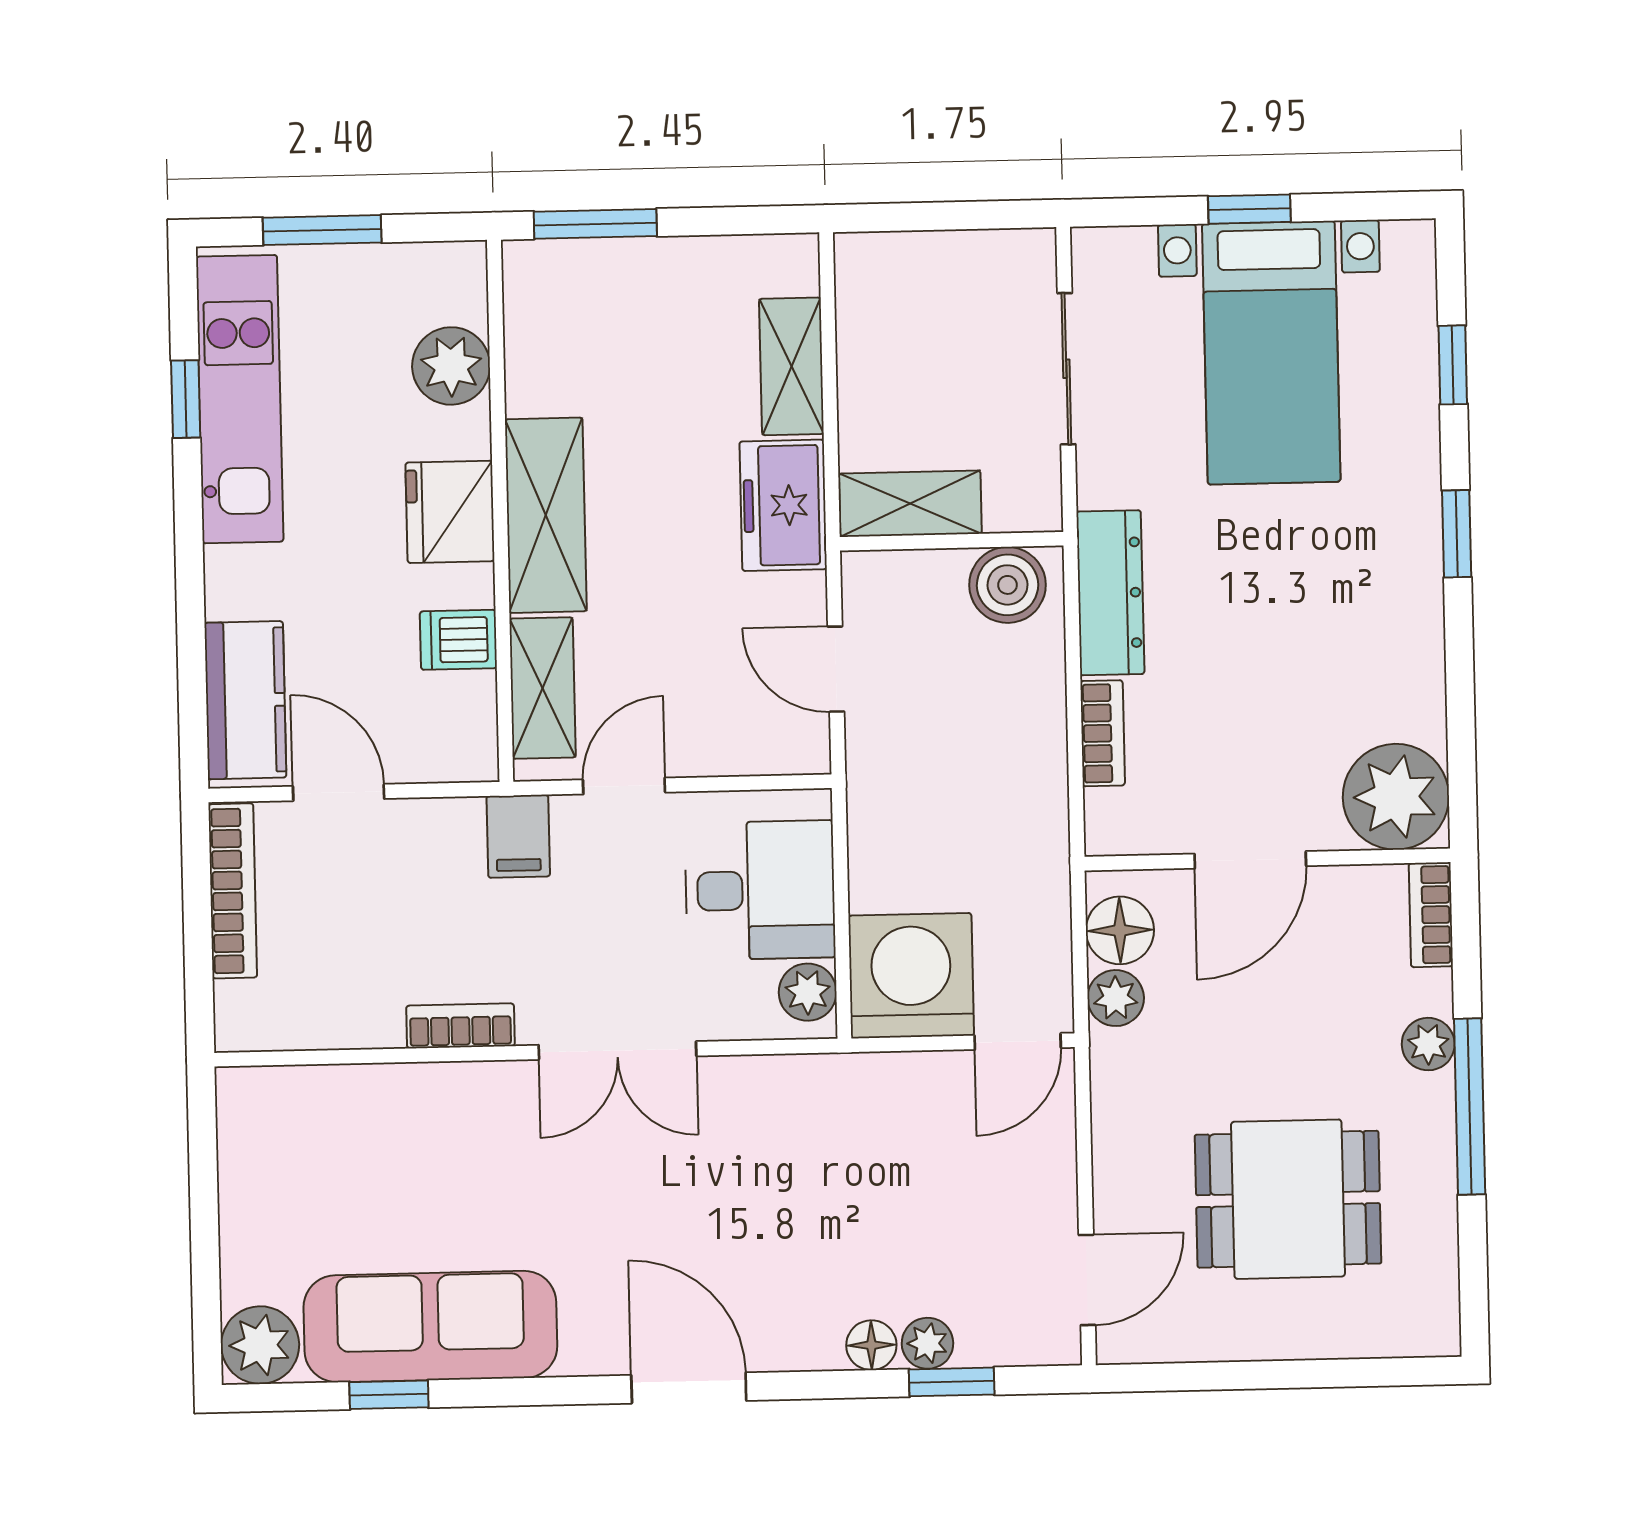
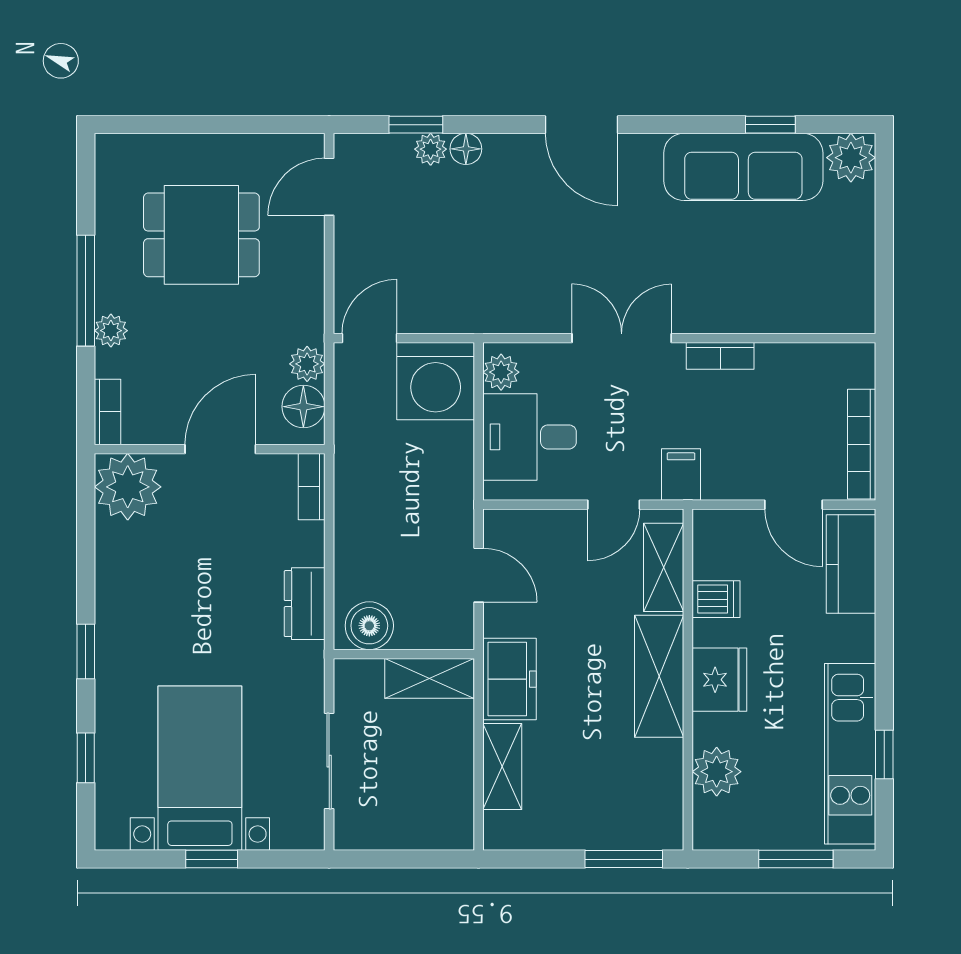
dresser: (1110, 593) -> (305, 604), width x0.70
bookcase: (1103, 733) -> (312, 487), moved

